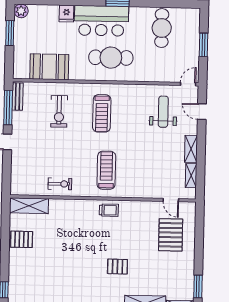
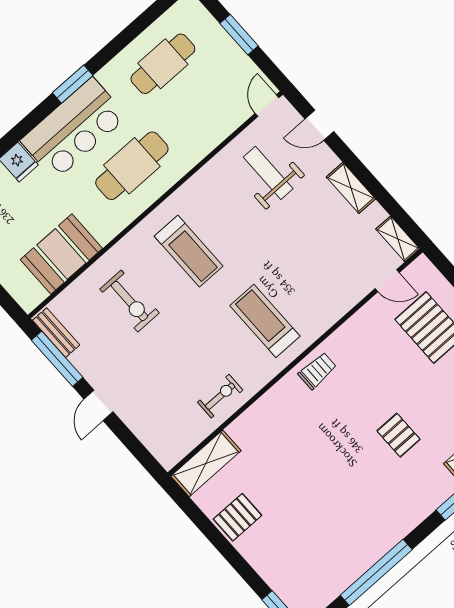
cafe table: (162, 28) -> (163, 64), turned 90
shelving: (191, 176) -> (398, 239), moved
pallet: (117, 267) -> (398, 435), turned 90

